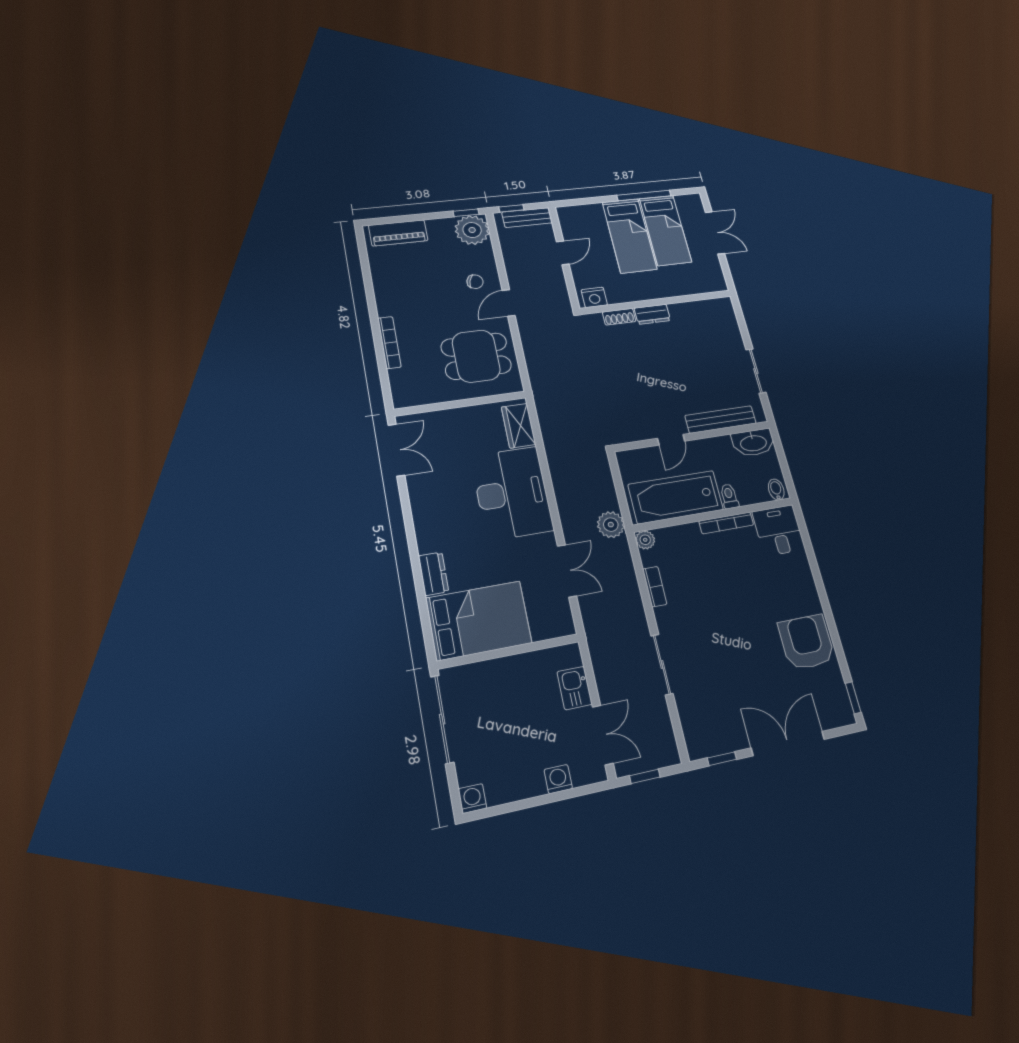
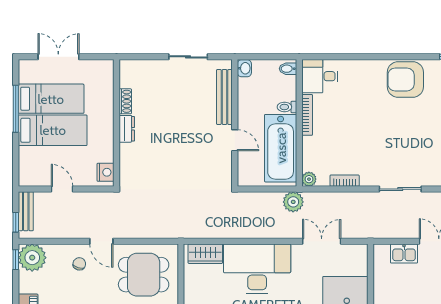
shoe rack: (619, 317) -> (125, 101), moved
dining table: (476, 356) -> (144, 275), turned 90
washbasin: (753, 443) -> (244, 68), width x0.52, depth x0.69

